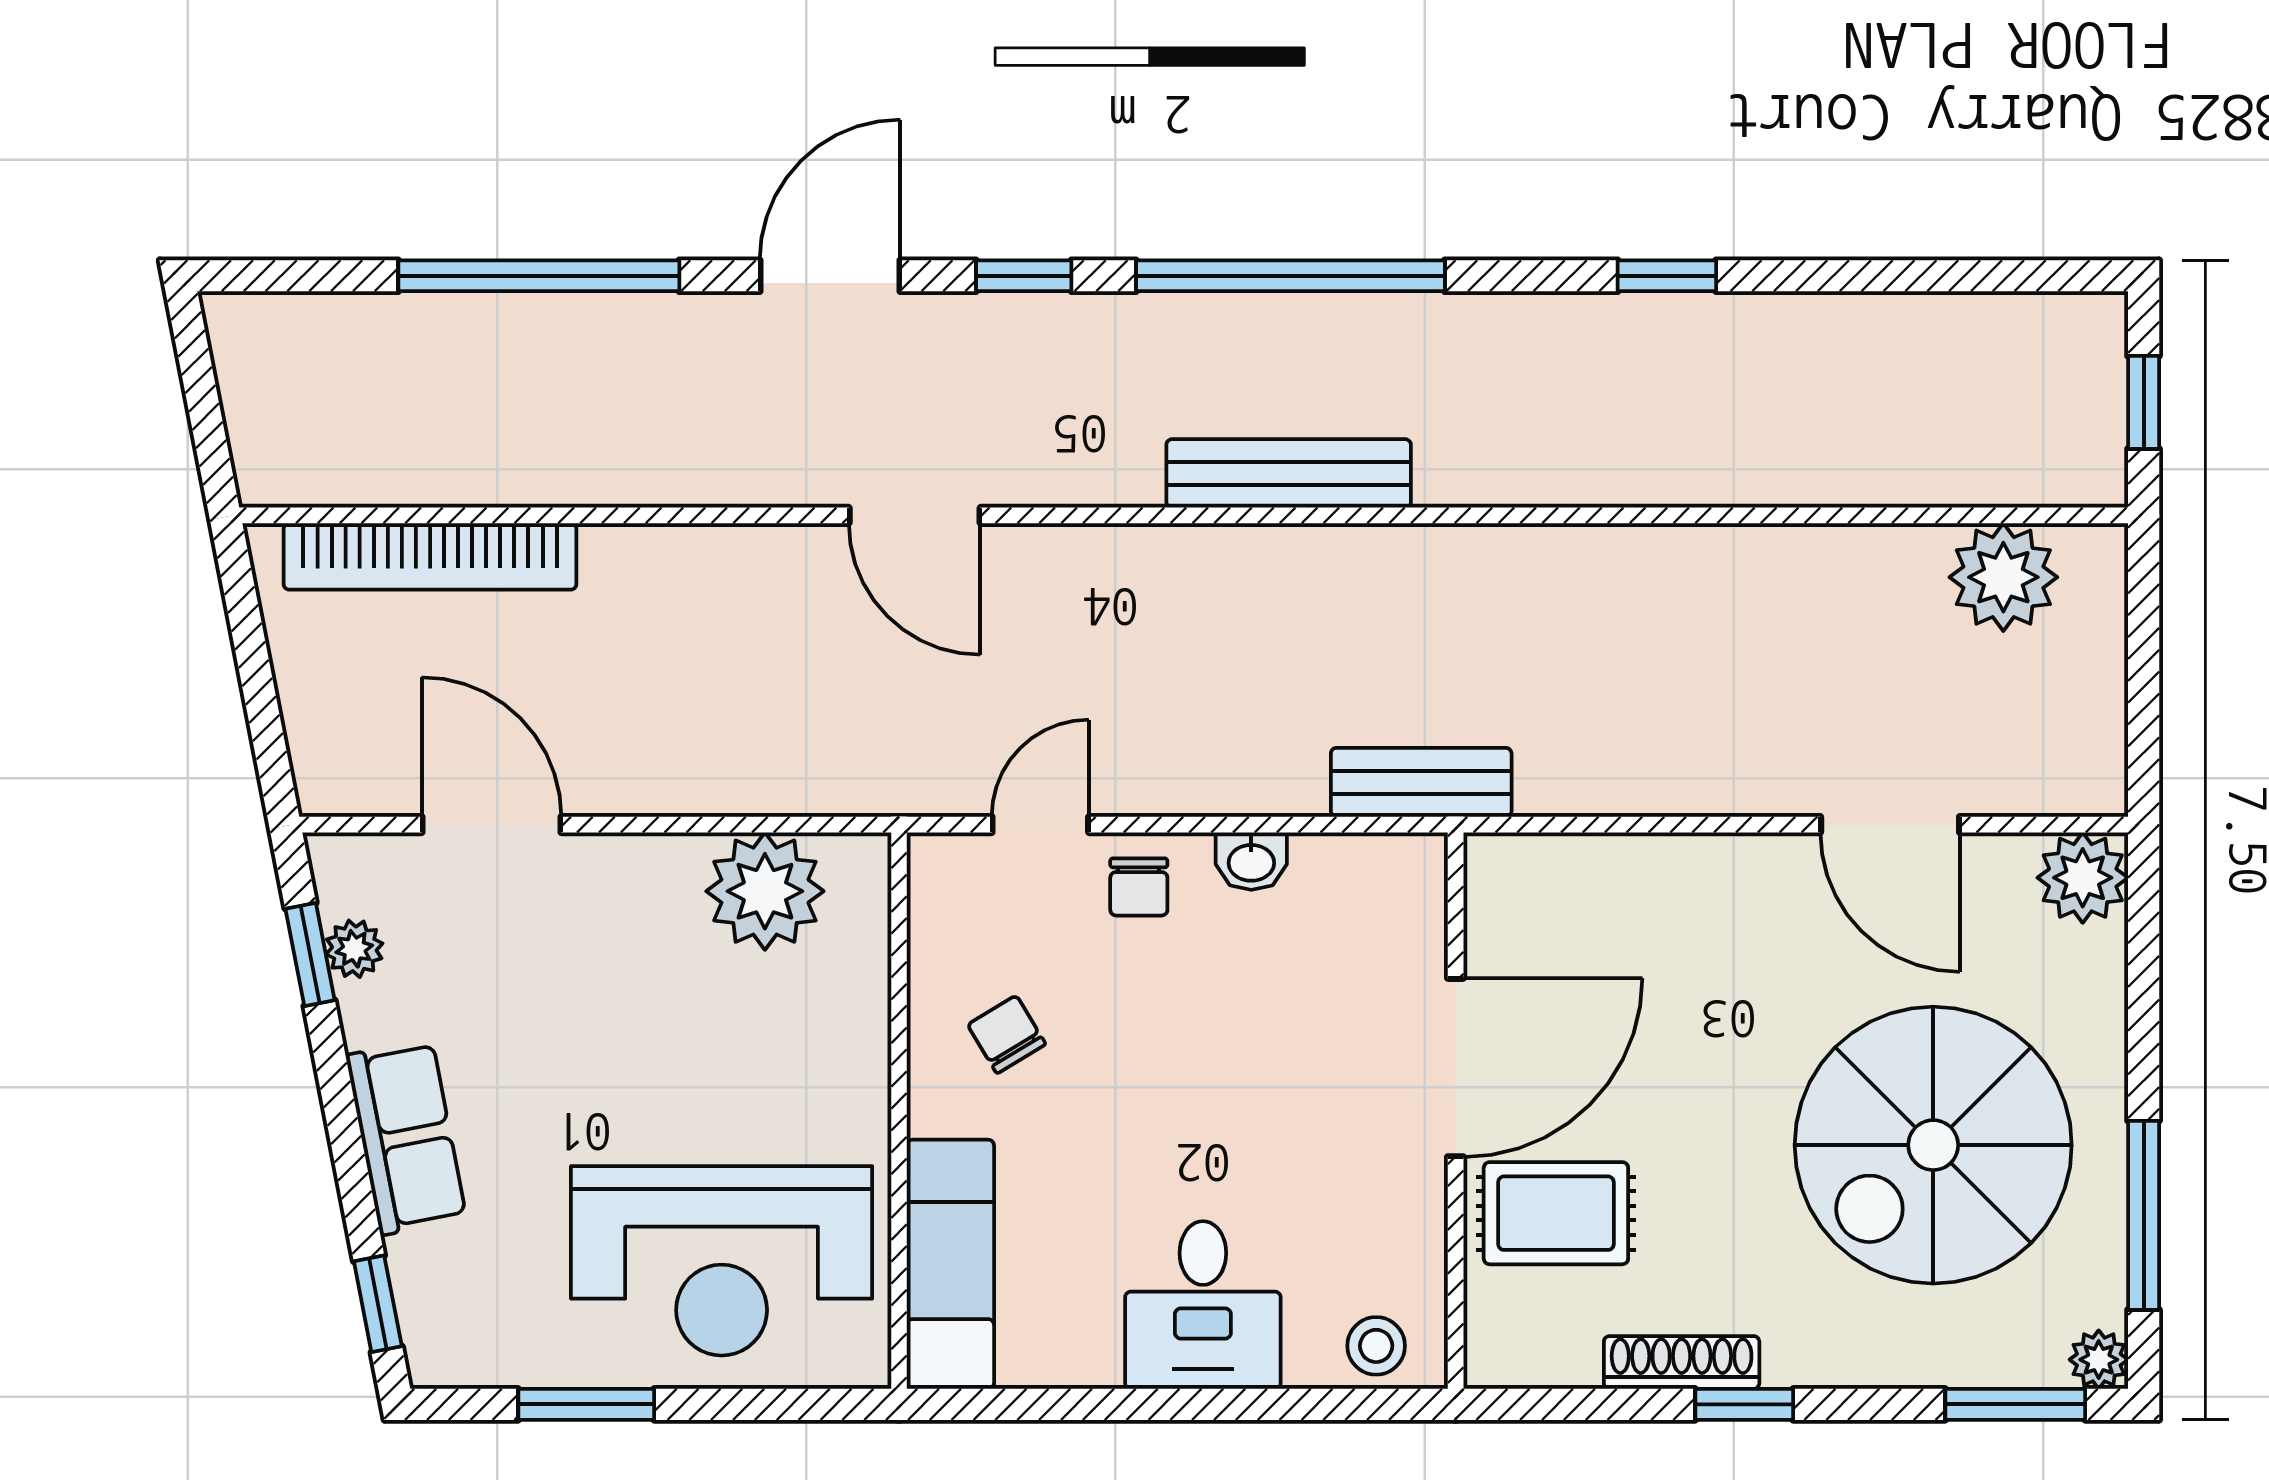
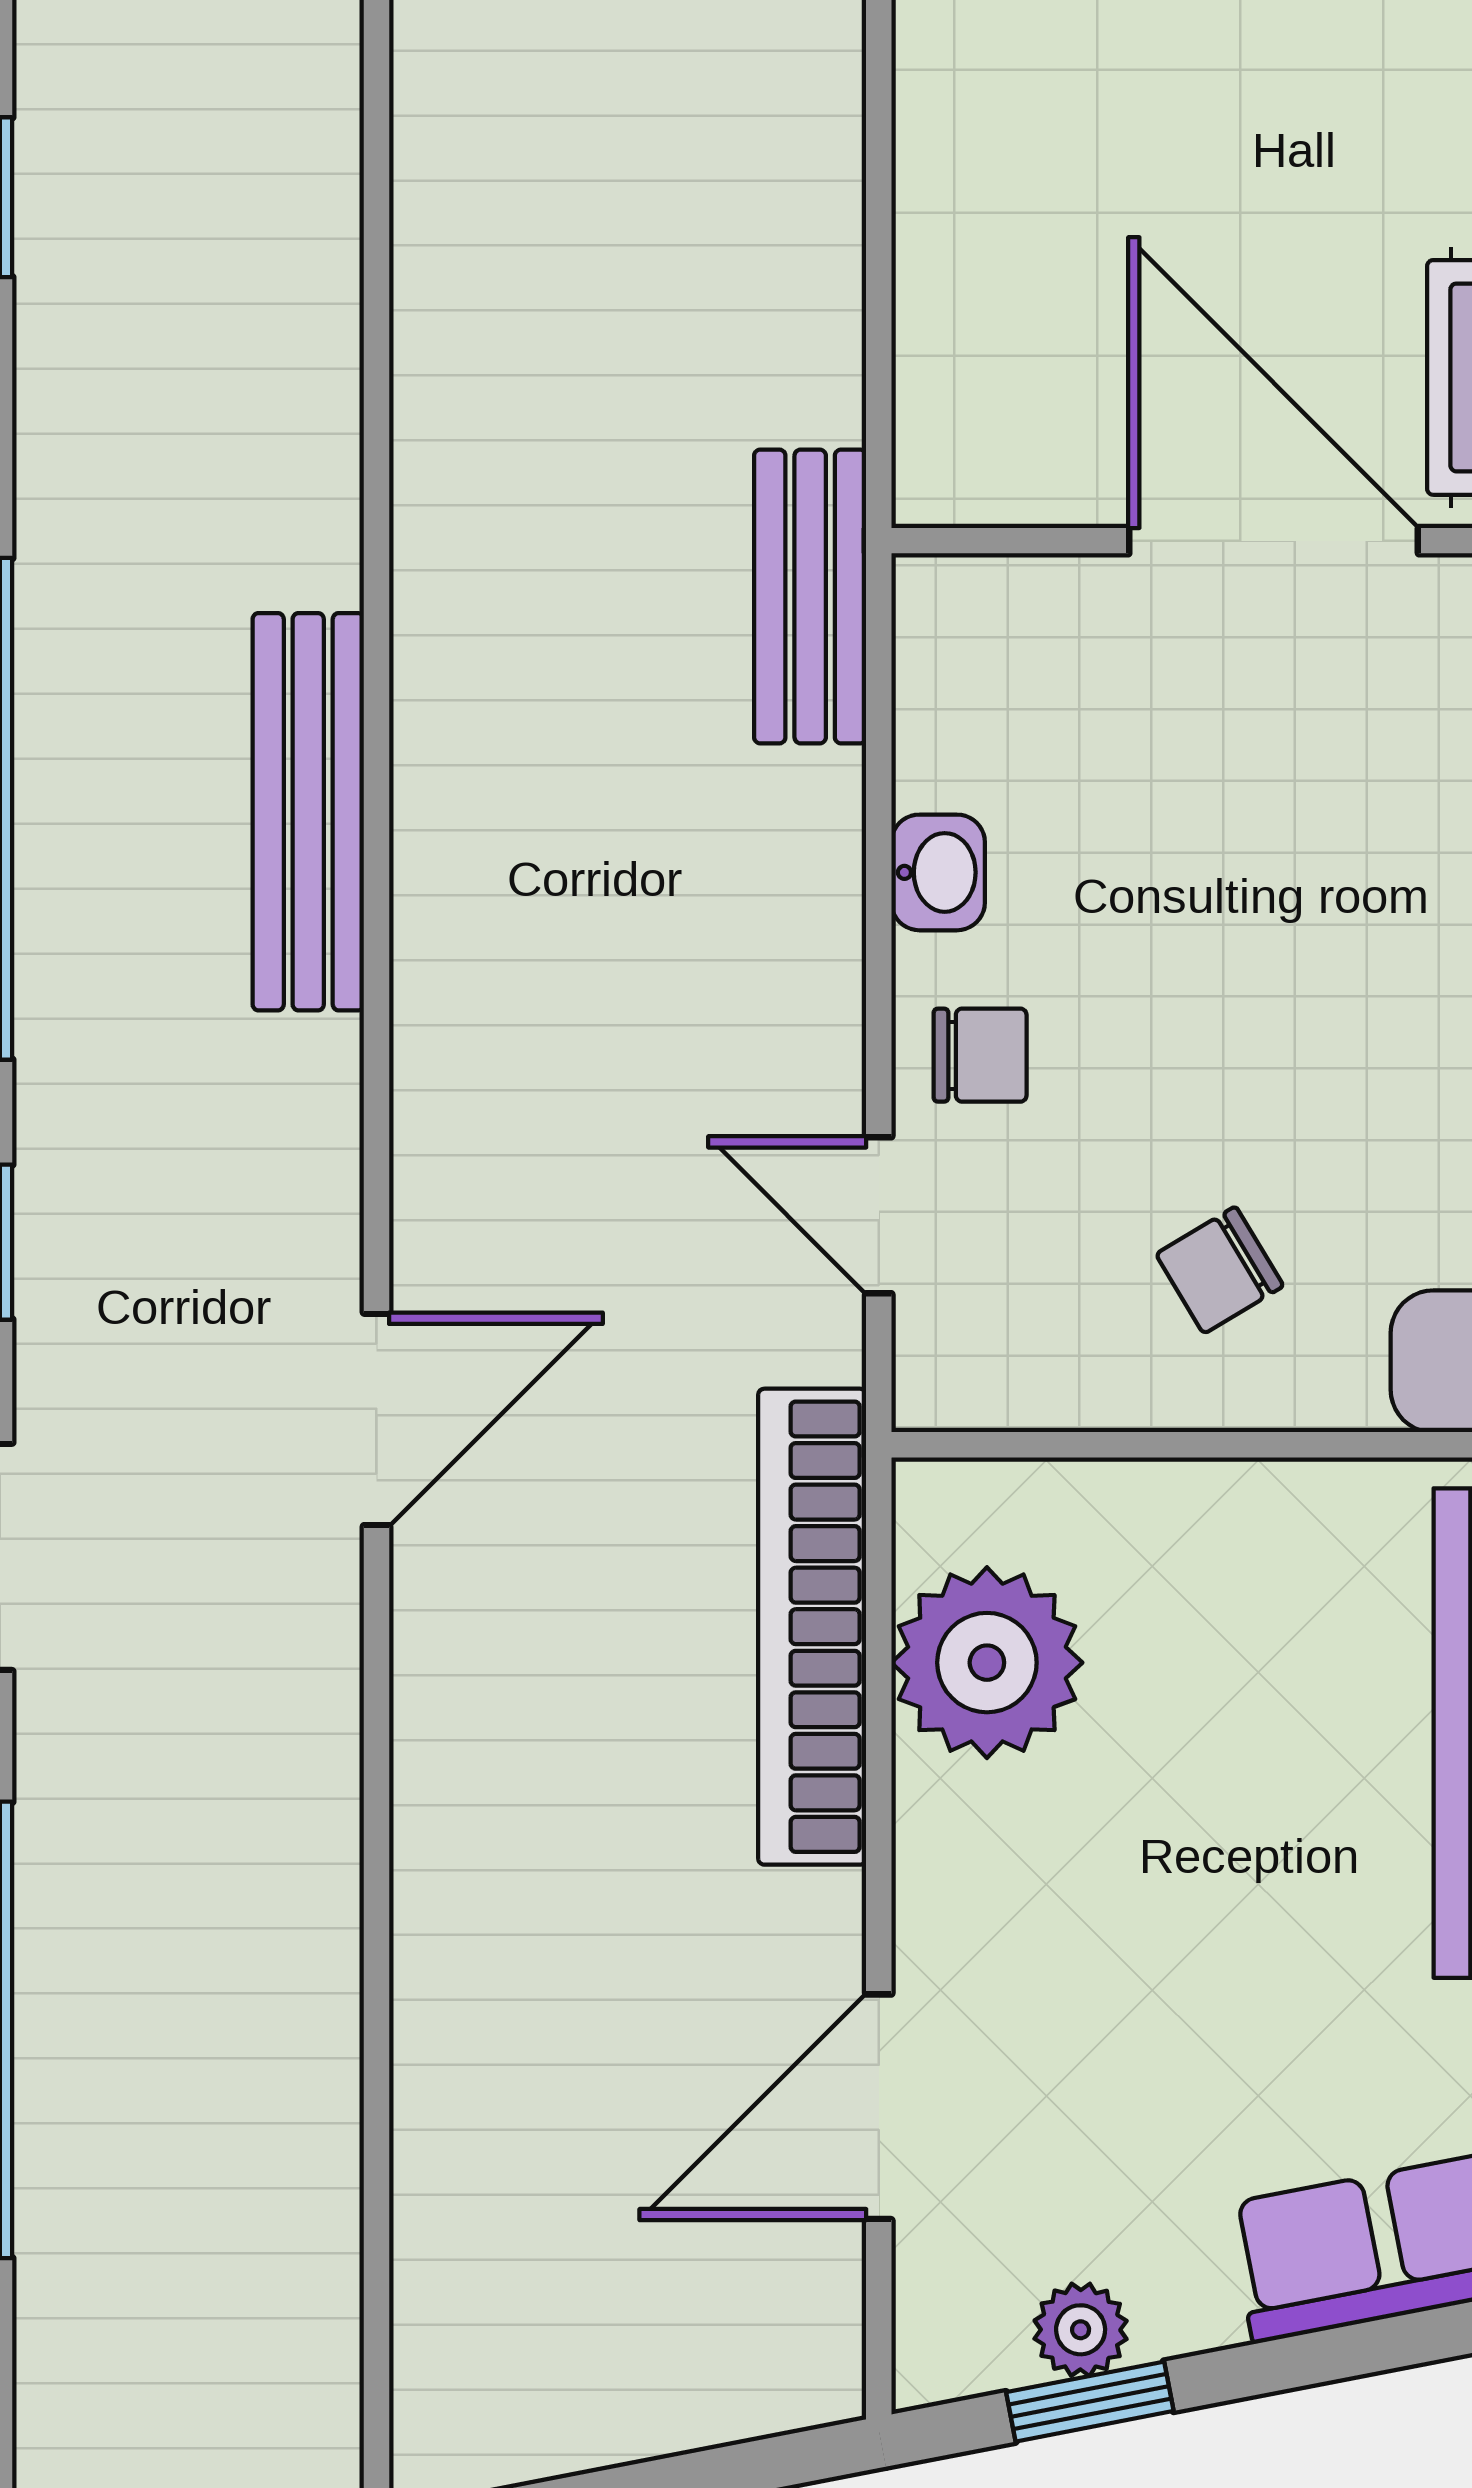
bookcase: (430, 556) -> (812, 1627), moved, turned 180

